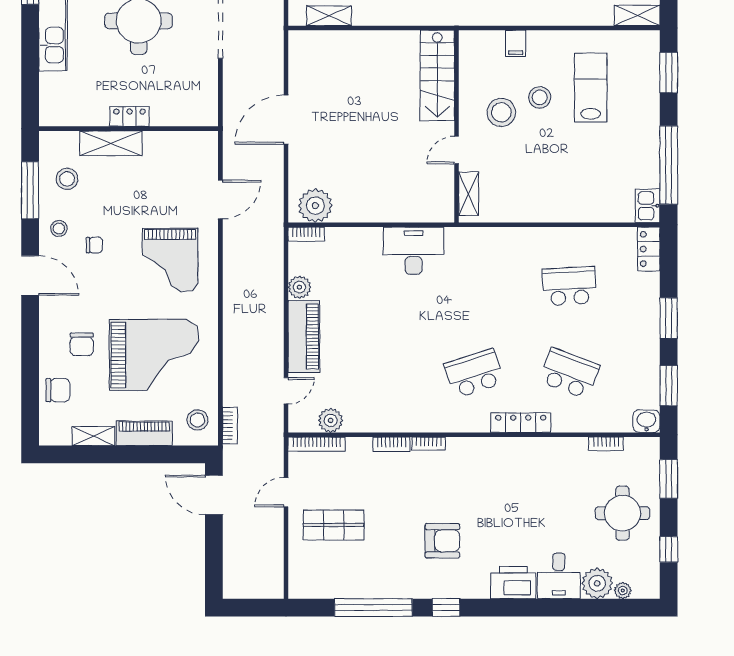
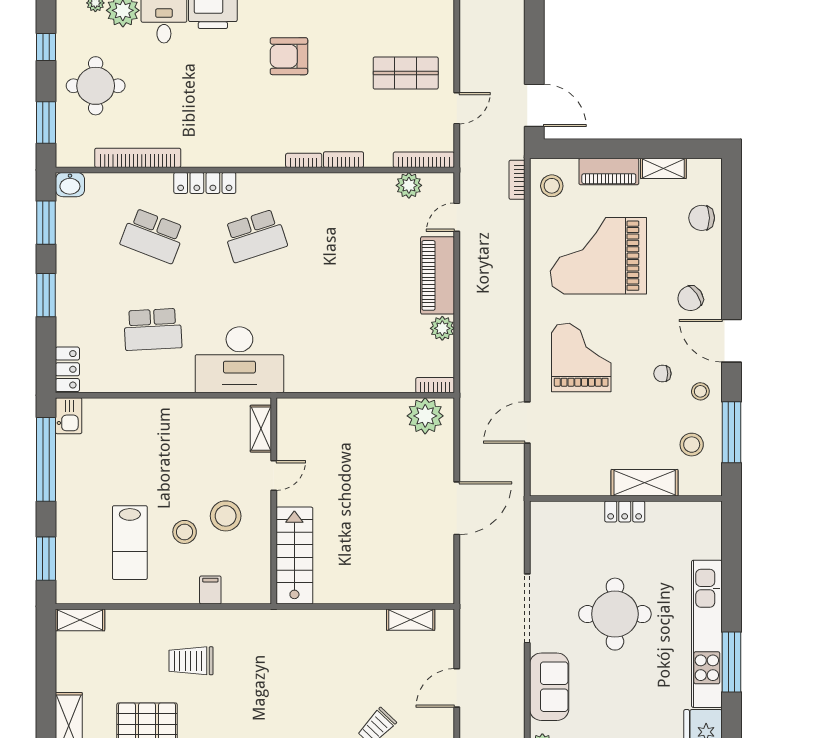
desk: (414, 251) -> (239, 360), moved, width x1.36, depth x1.30
chair: (82, 344) -> (690, 298), moved, turned -124
bookcase: (606, 444) -> (138, 158), width x2.31, depth x1.31

